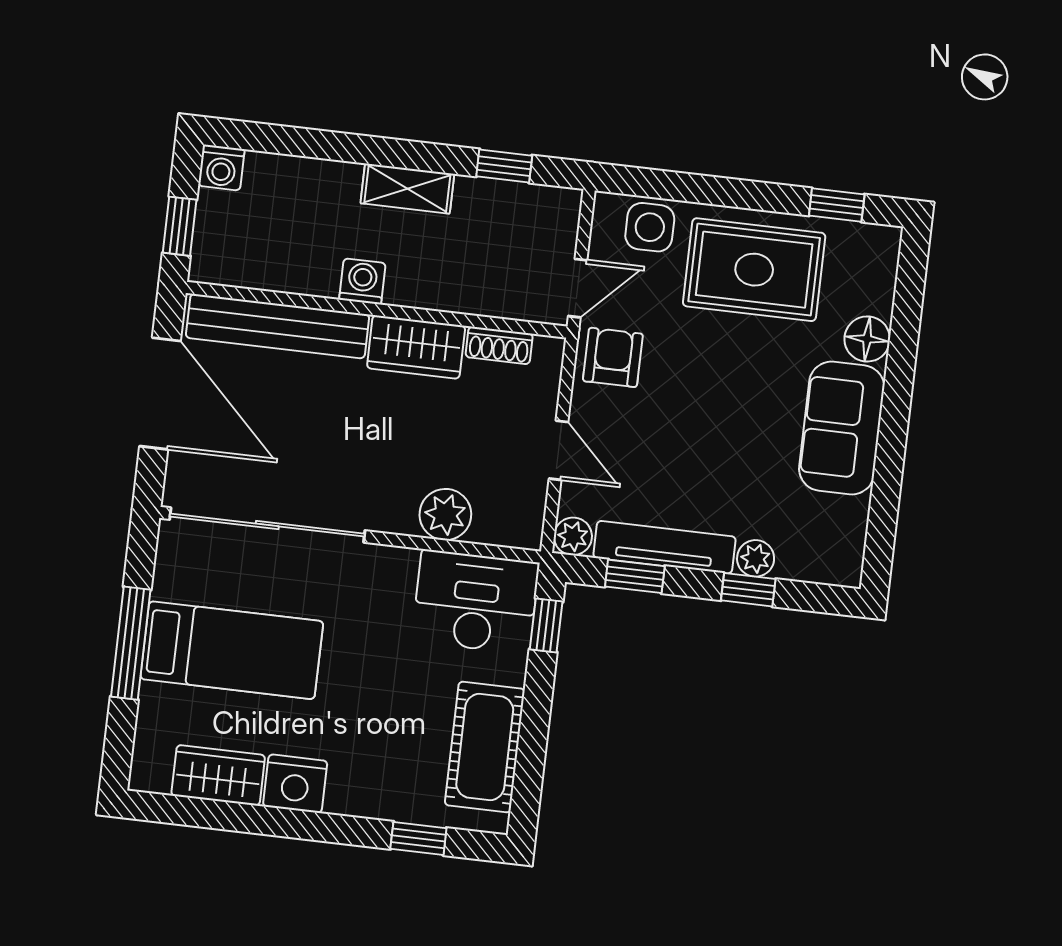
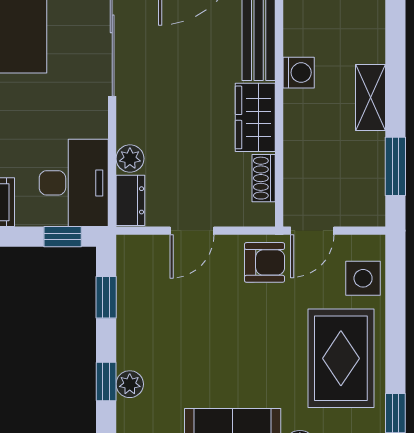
window: (504, 166) -> (395, 166), width x1.50
door: (578, 288) -> (312, 231), hinge flipped
plant: (445, 515) -> (130, 159), width x0.73, depth x0.73
dresser: (508, 528) -> (130, 200), added
plant: (573, 536) -> (130, 249), removed
tv unit: (665, 547) -> (130, 317), removed

